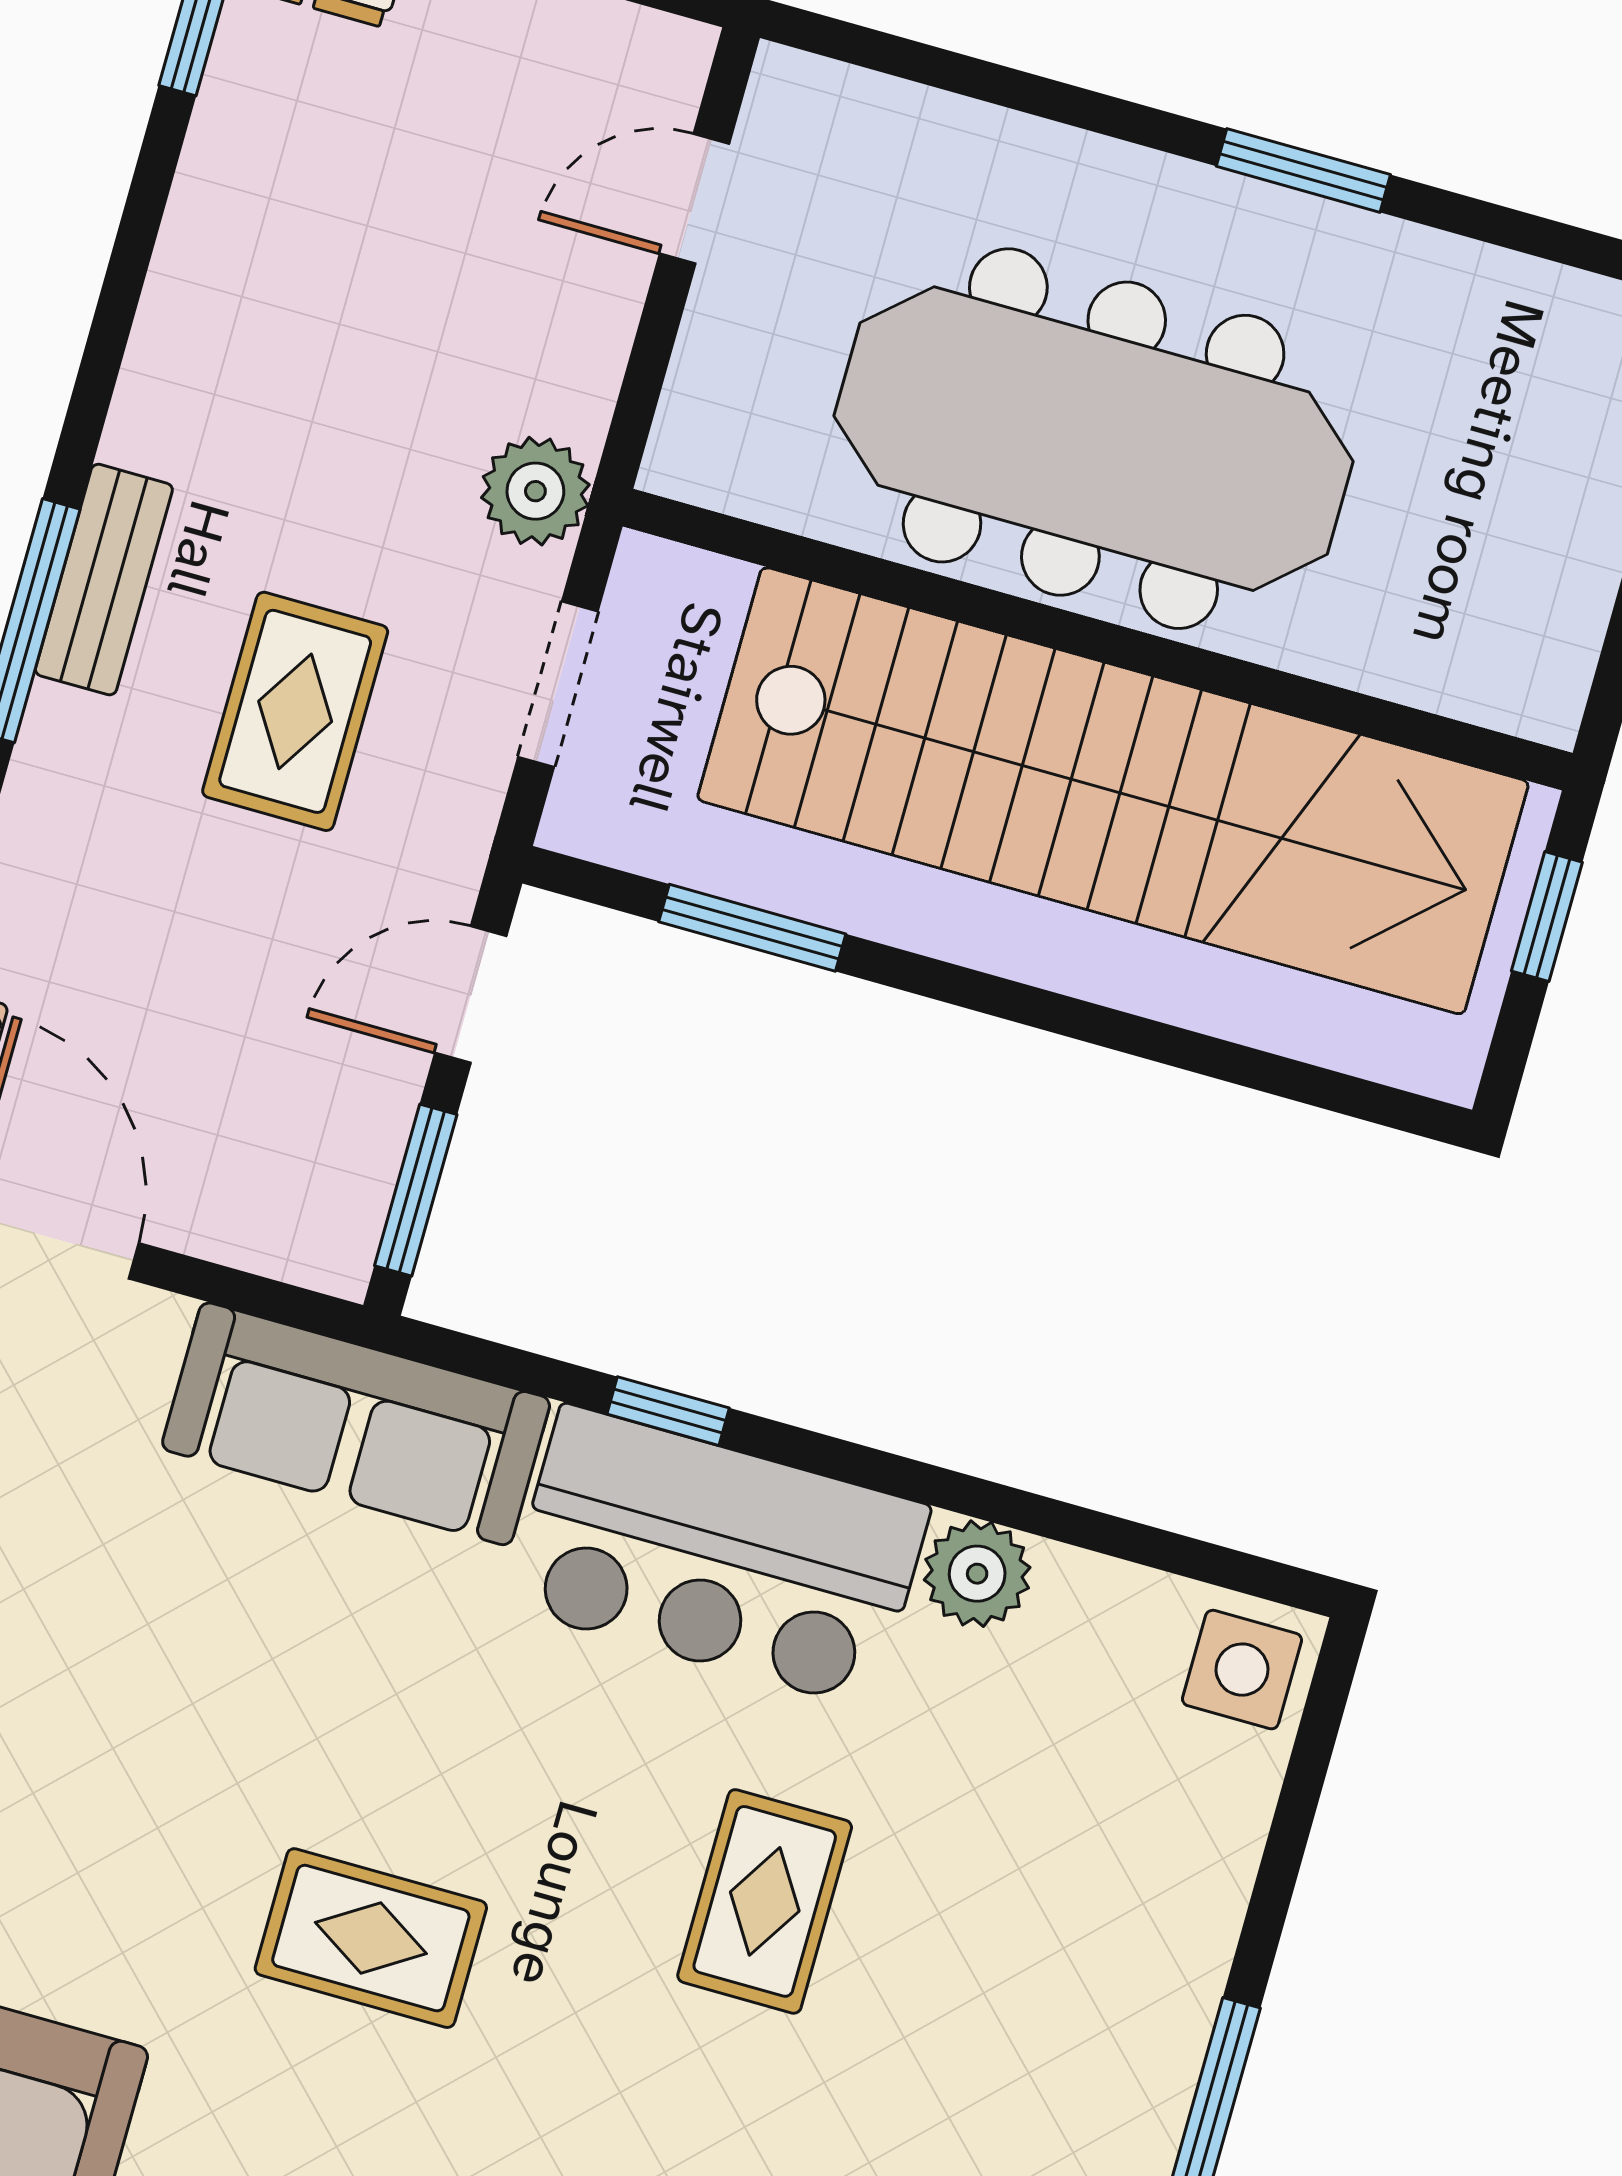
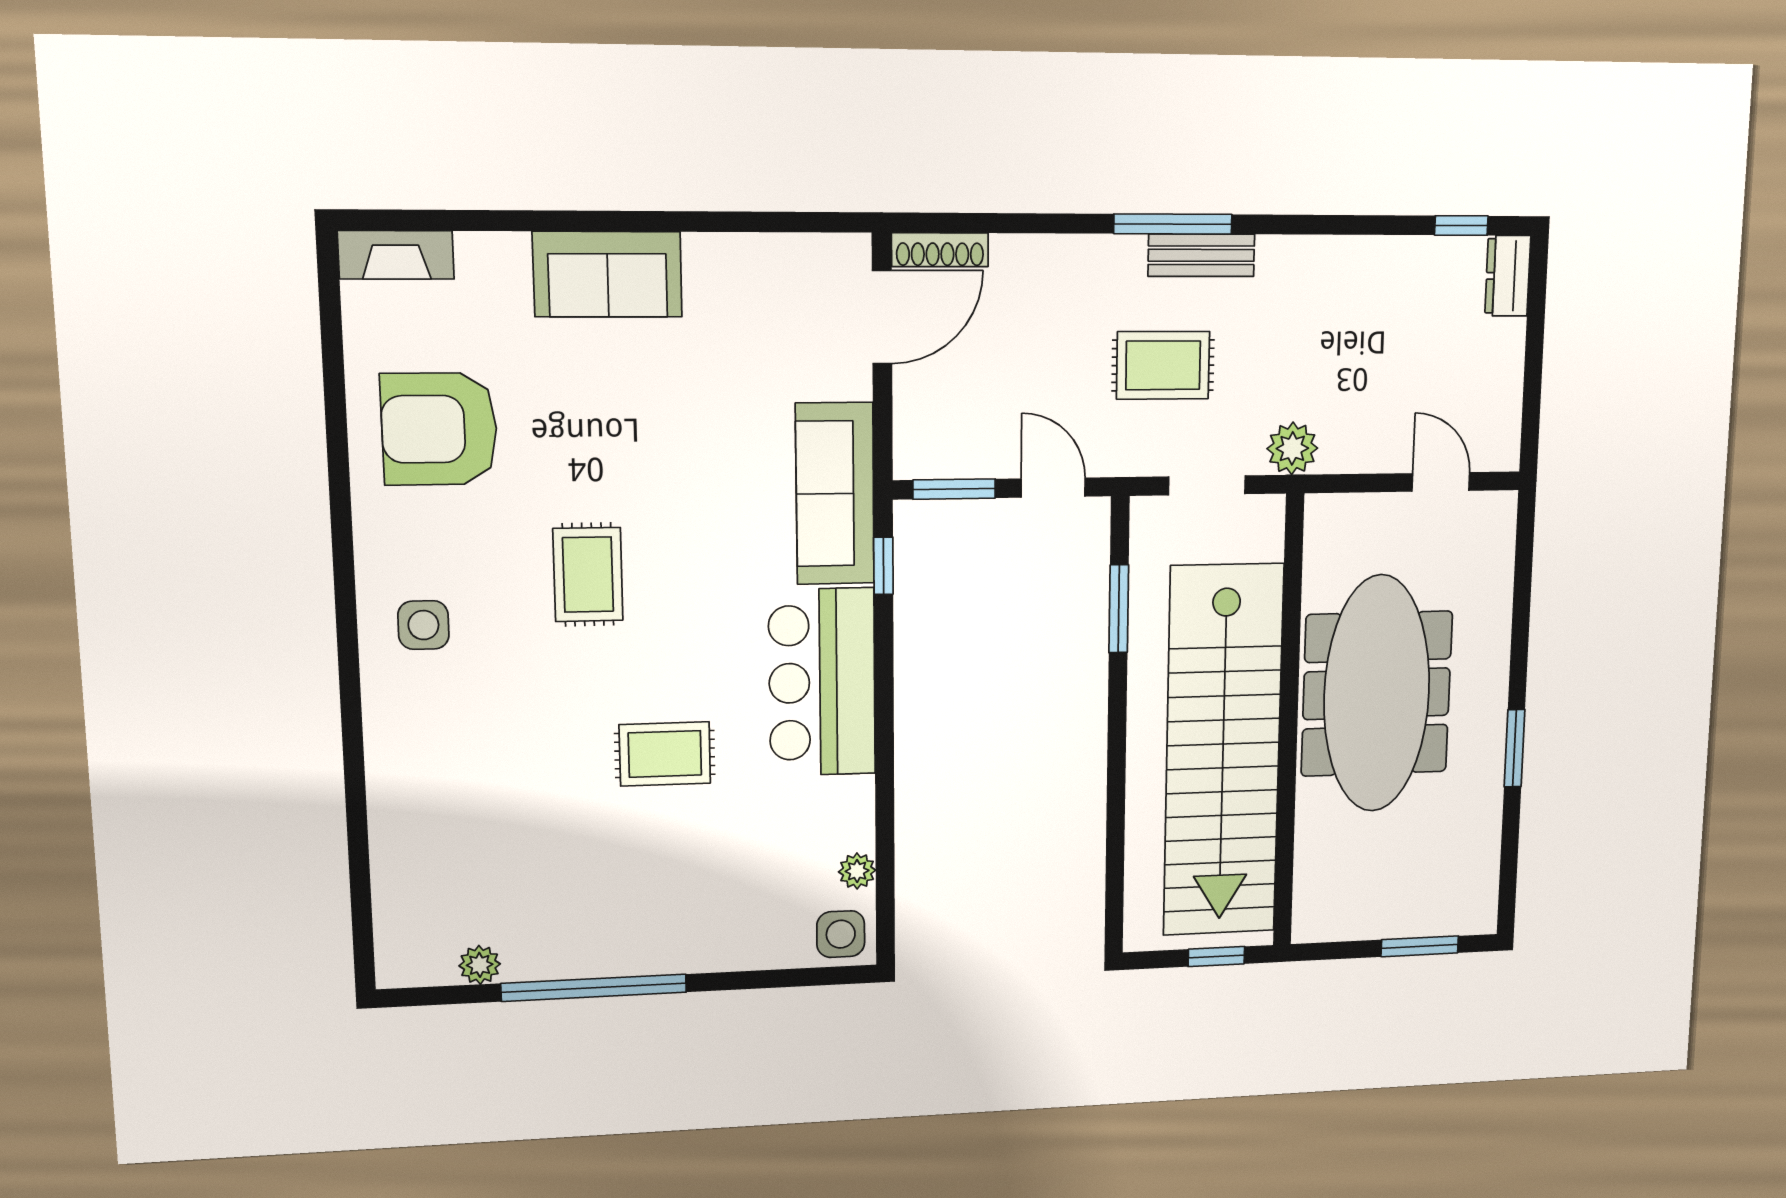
window: (668, 1411) -> (883, 566), moved
plant: (977, 1574) -> (857, 871), moved, width x0.73, depth x0.73

